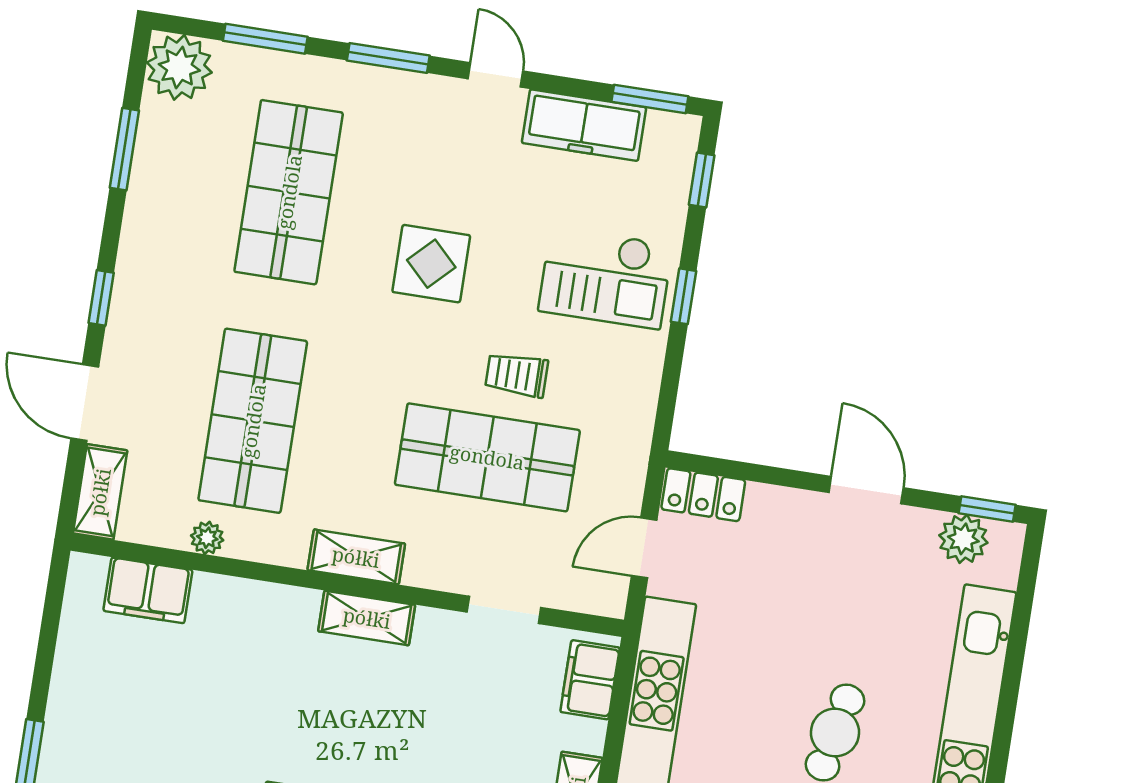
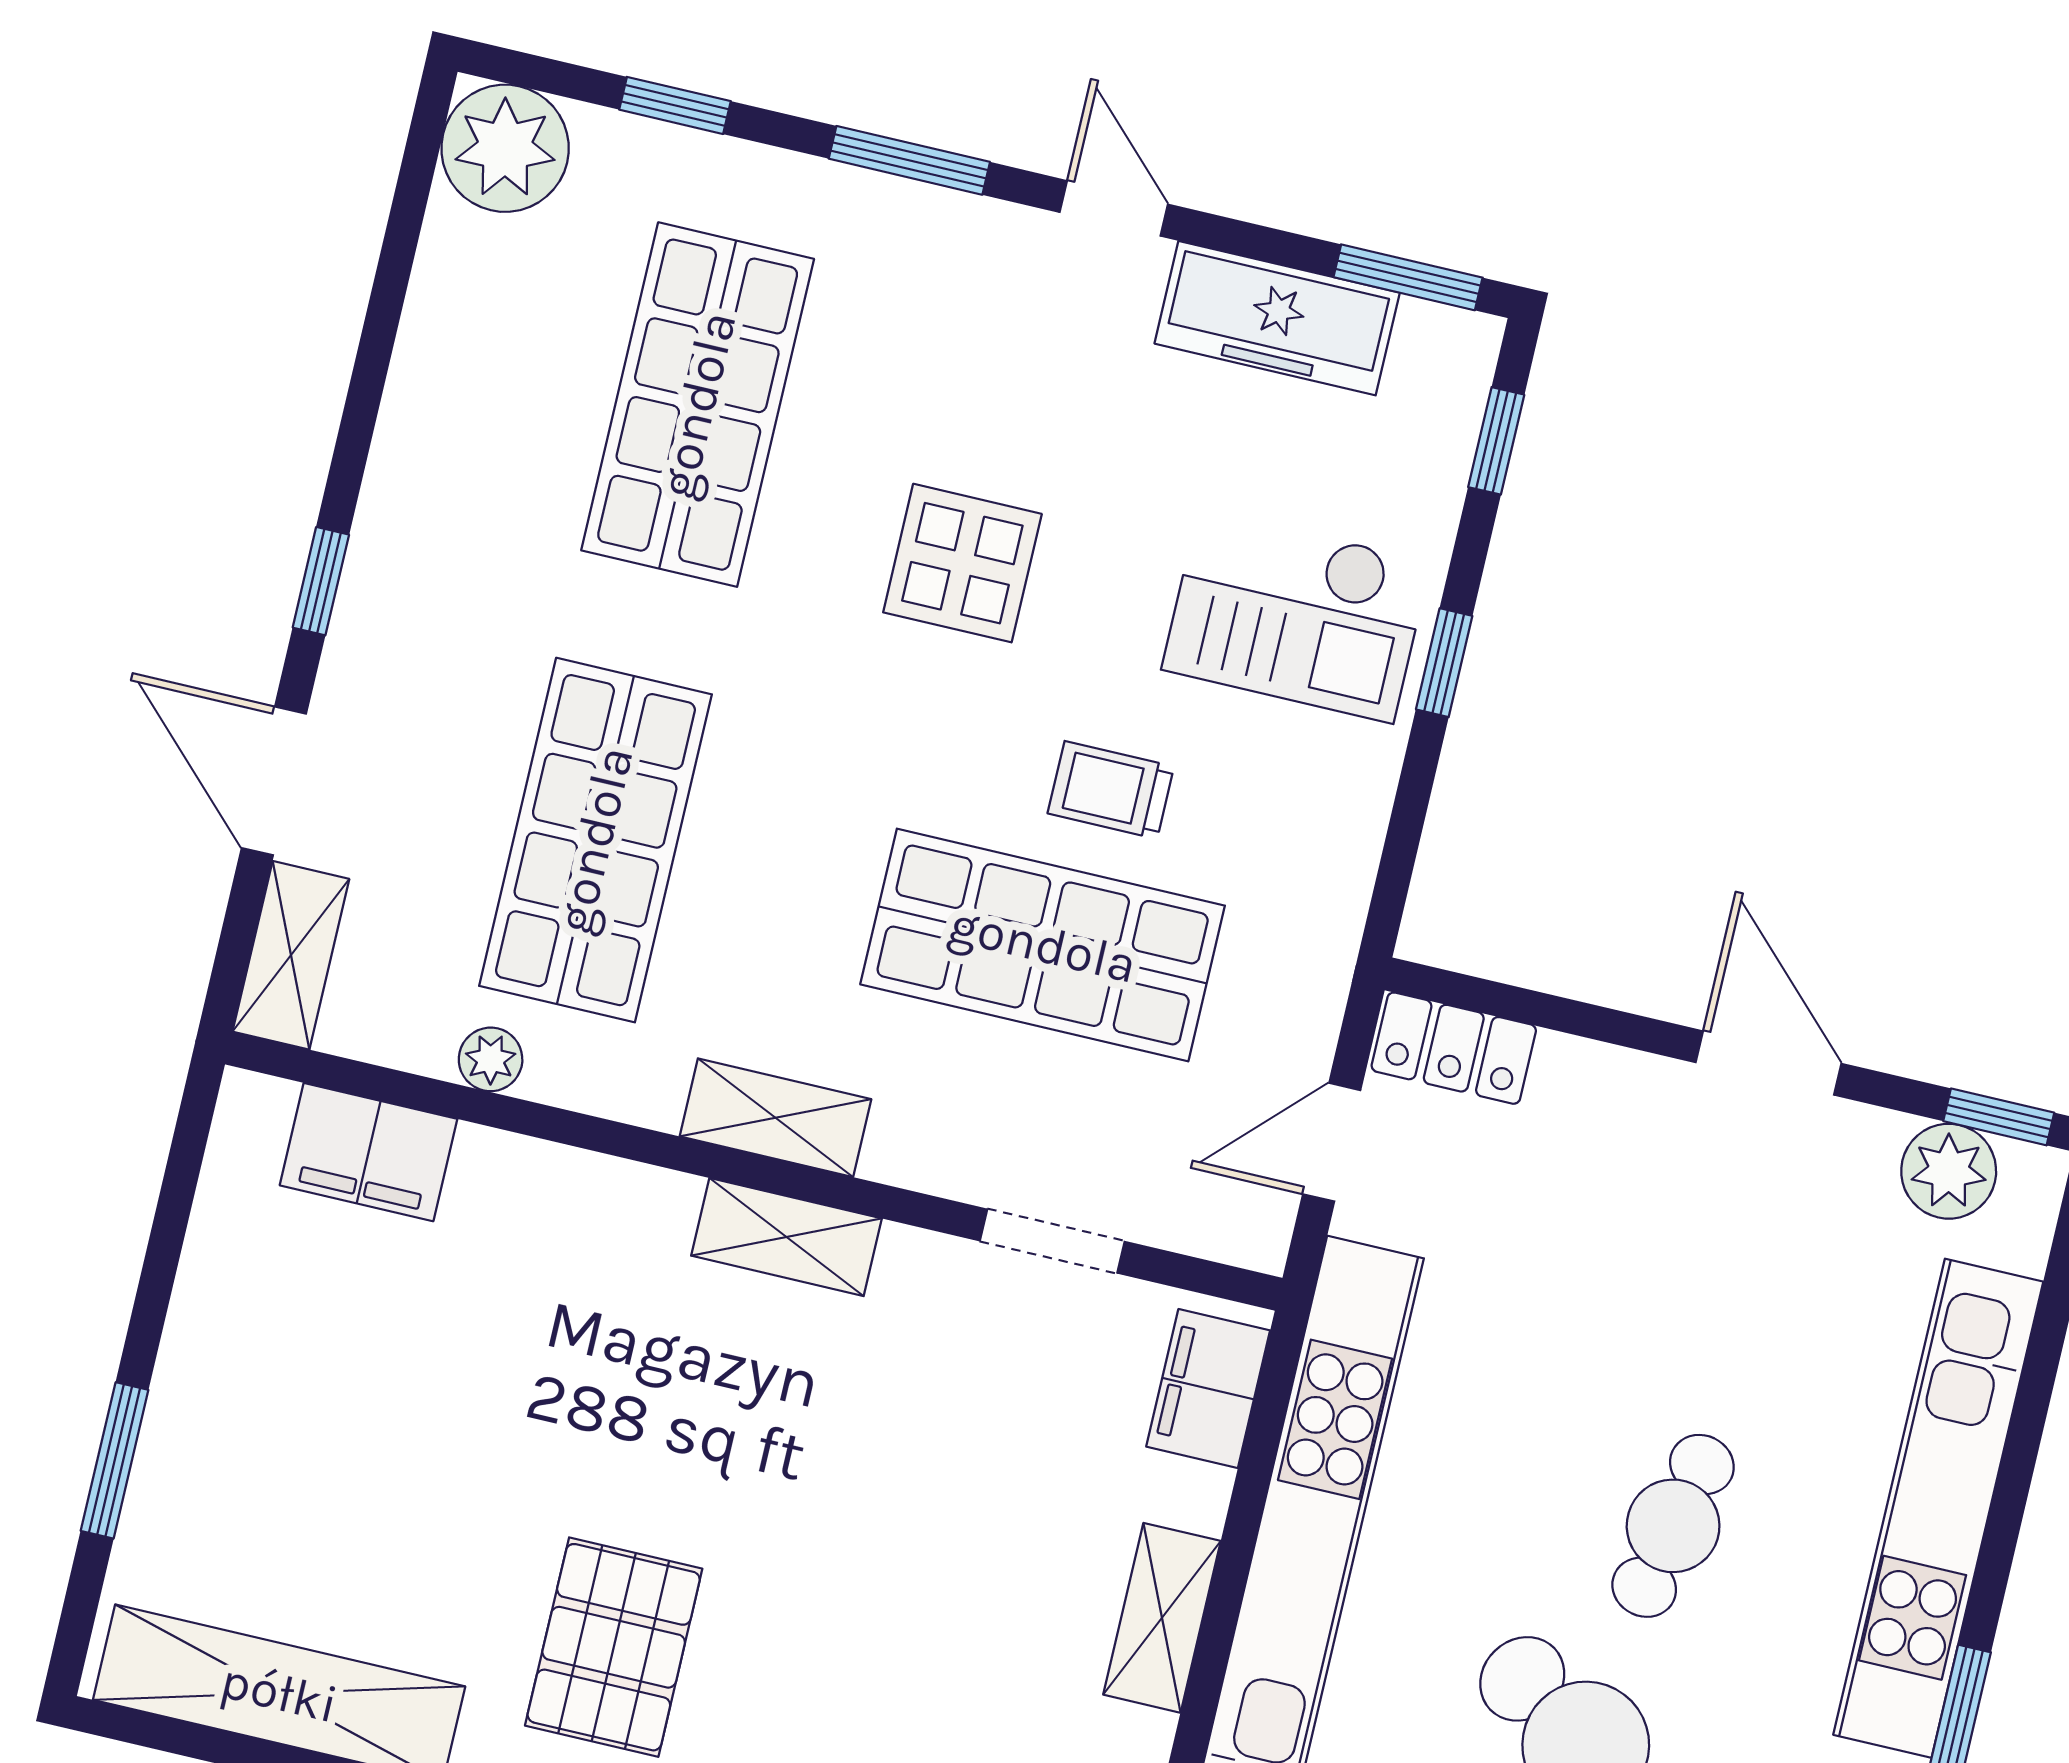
window: (265, 39) -> (675, 105), width x0.67
window: (124, 149) -> (387, 298), removed

